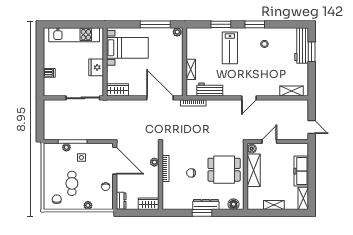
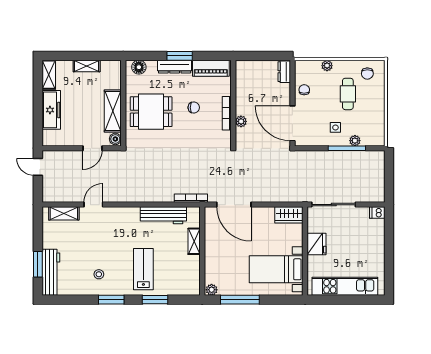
dishwasher: (49, 73) -> (377, 213), moved
workbench: (210, 90) -> (163, 215), width x1.38
door: (249, 98) -> (93, 205), moved
piano: (178, 203) -> (211, 68), added
wardrobe: (149, 204) -> (249, 68), removed

